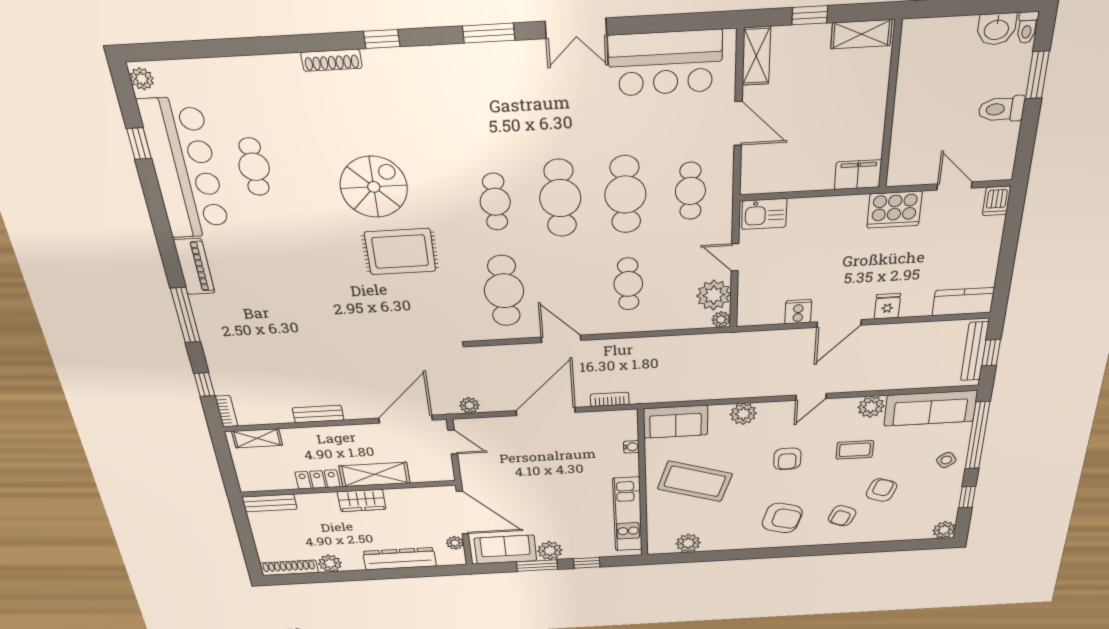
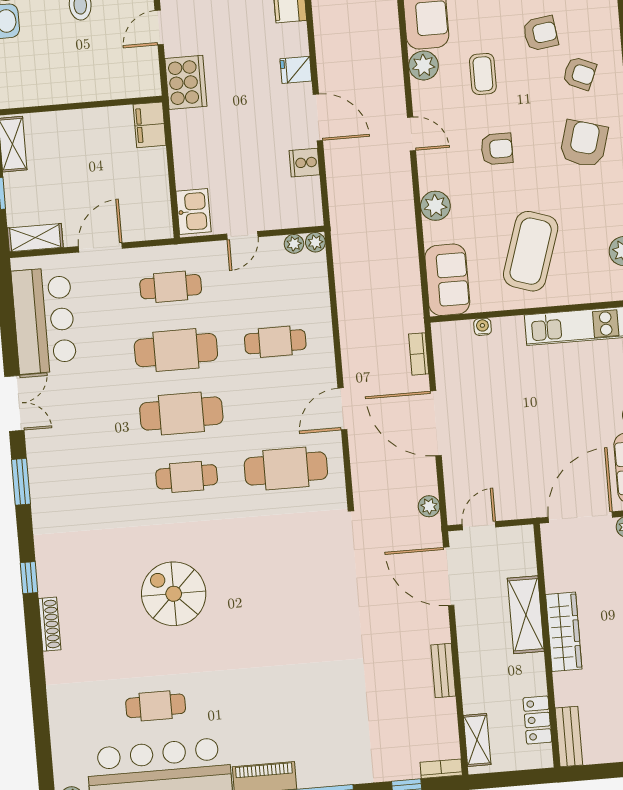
rug: (400, 252) -> (243, 572), removed
plant: (714, 295) -> (294, 244), width x0.53, depth x0.53
locker: (318, 480) -> (537, 720), moved
armchair: (882, 490) -> (540, 33), turned 152
wardrobe: (362, 500) -> (564, 632), width x1.50

